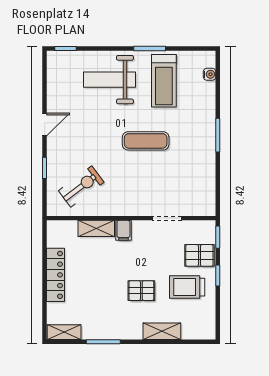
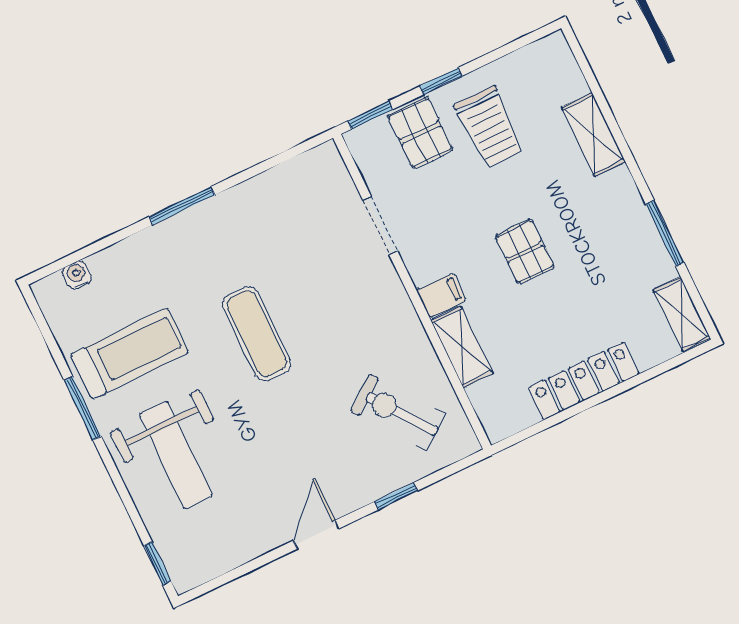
door: (45, 125) -> (316, 535), hinge flipped
pallet: (141, 291) -> (525, 252), moved

